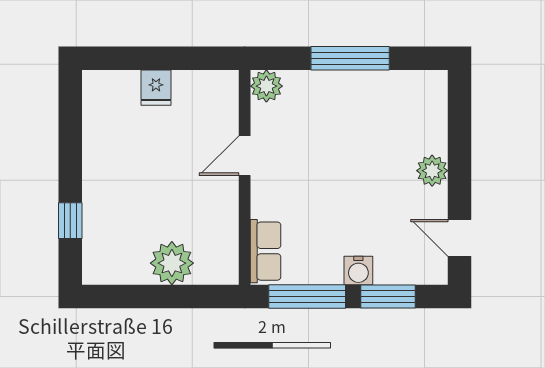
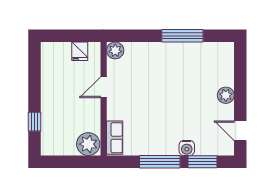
plant: (266, 86) -> (115, 50), moved
door: (245, 156) -> (104, 87), moved
wall: (245, 177) -> (104, 99), moved
row of seats: (266, 251) -> (115, 138), moved

